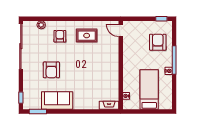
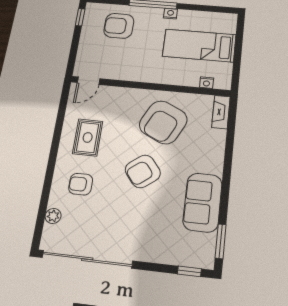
armchair: (51, 70) -> (143, 171), moved, turned 142
armchair: (100, 75) -> (163, 122), added

